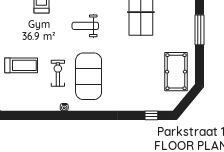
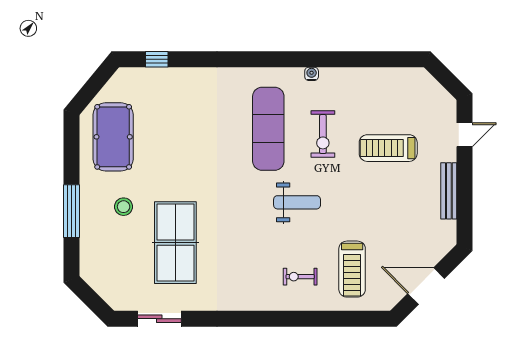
weight bench: (85, 26) -> (297, 202), moved
stool: (170, 32) -> (124, 207), added
exercise mat: (89, 76) -> (268, 129), width x0.68

